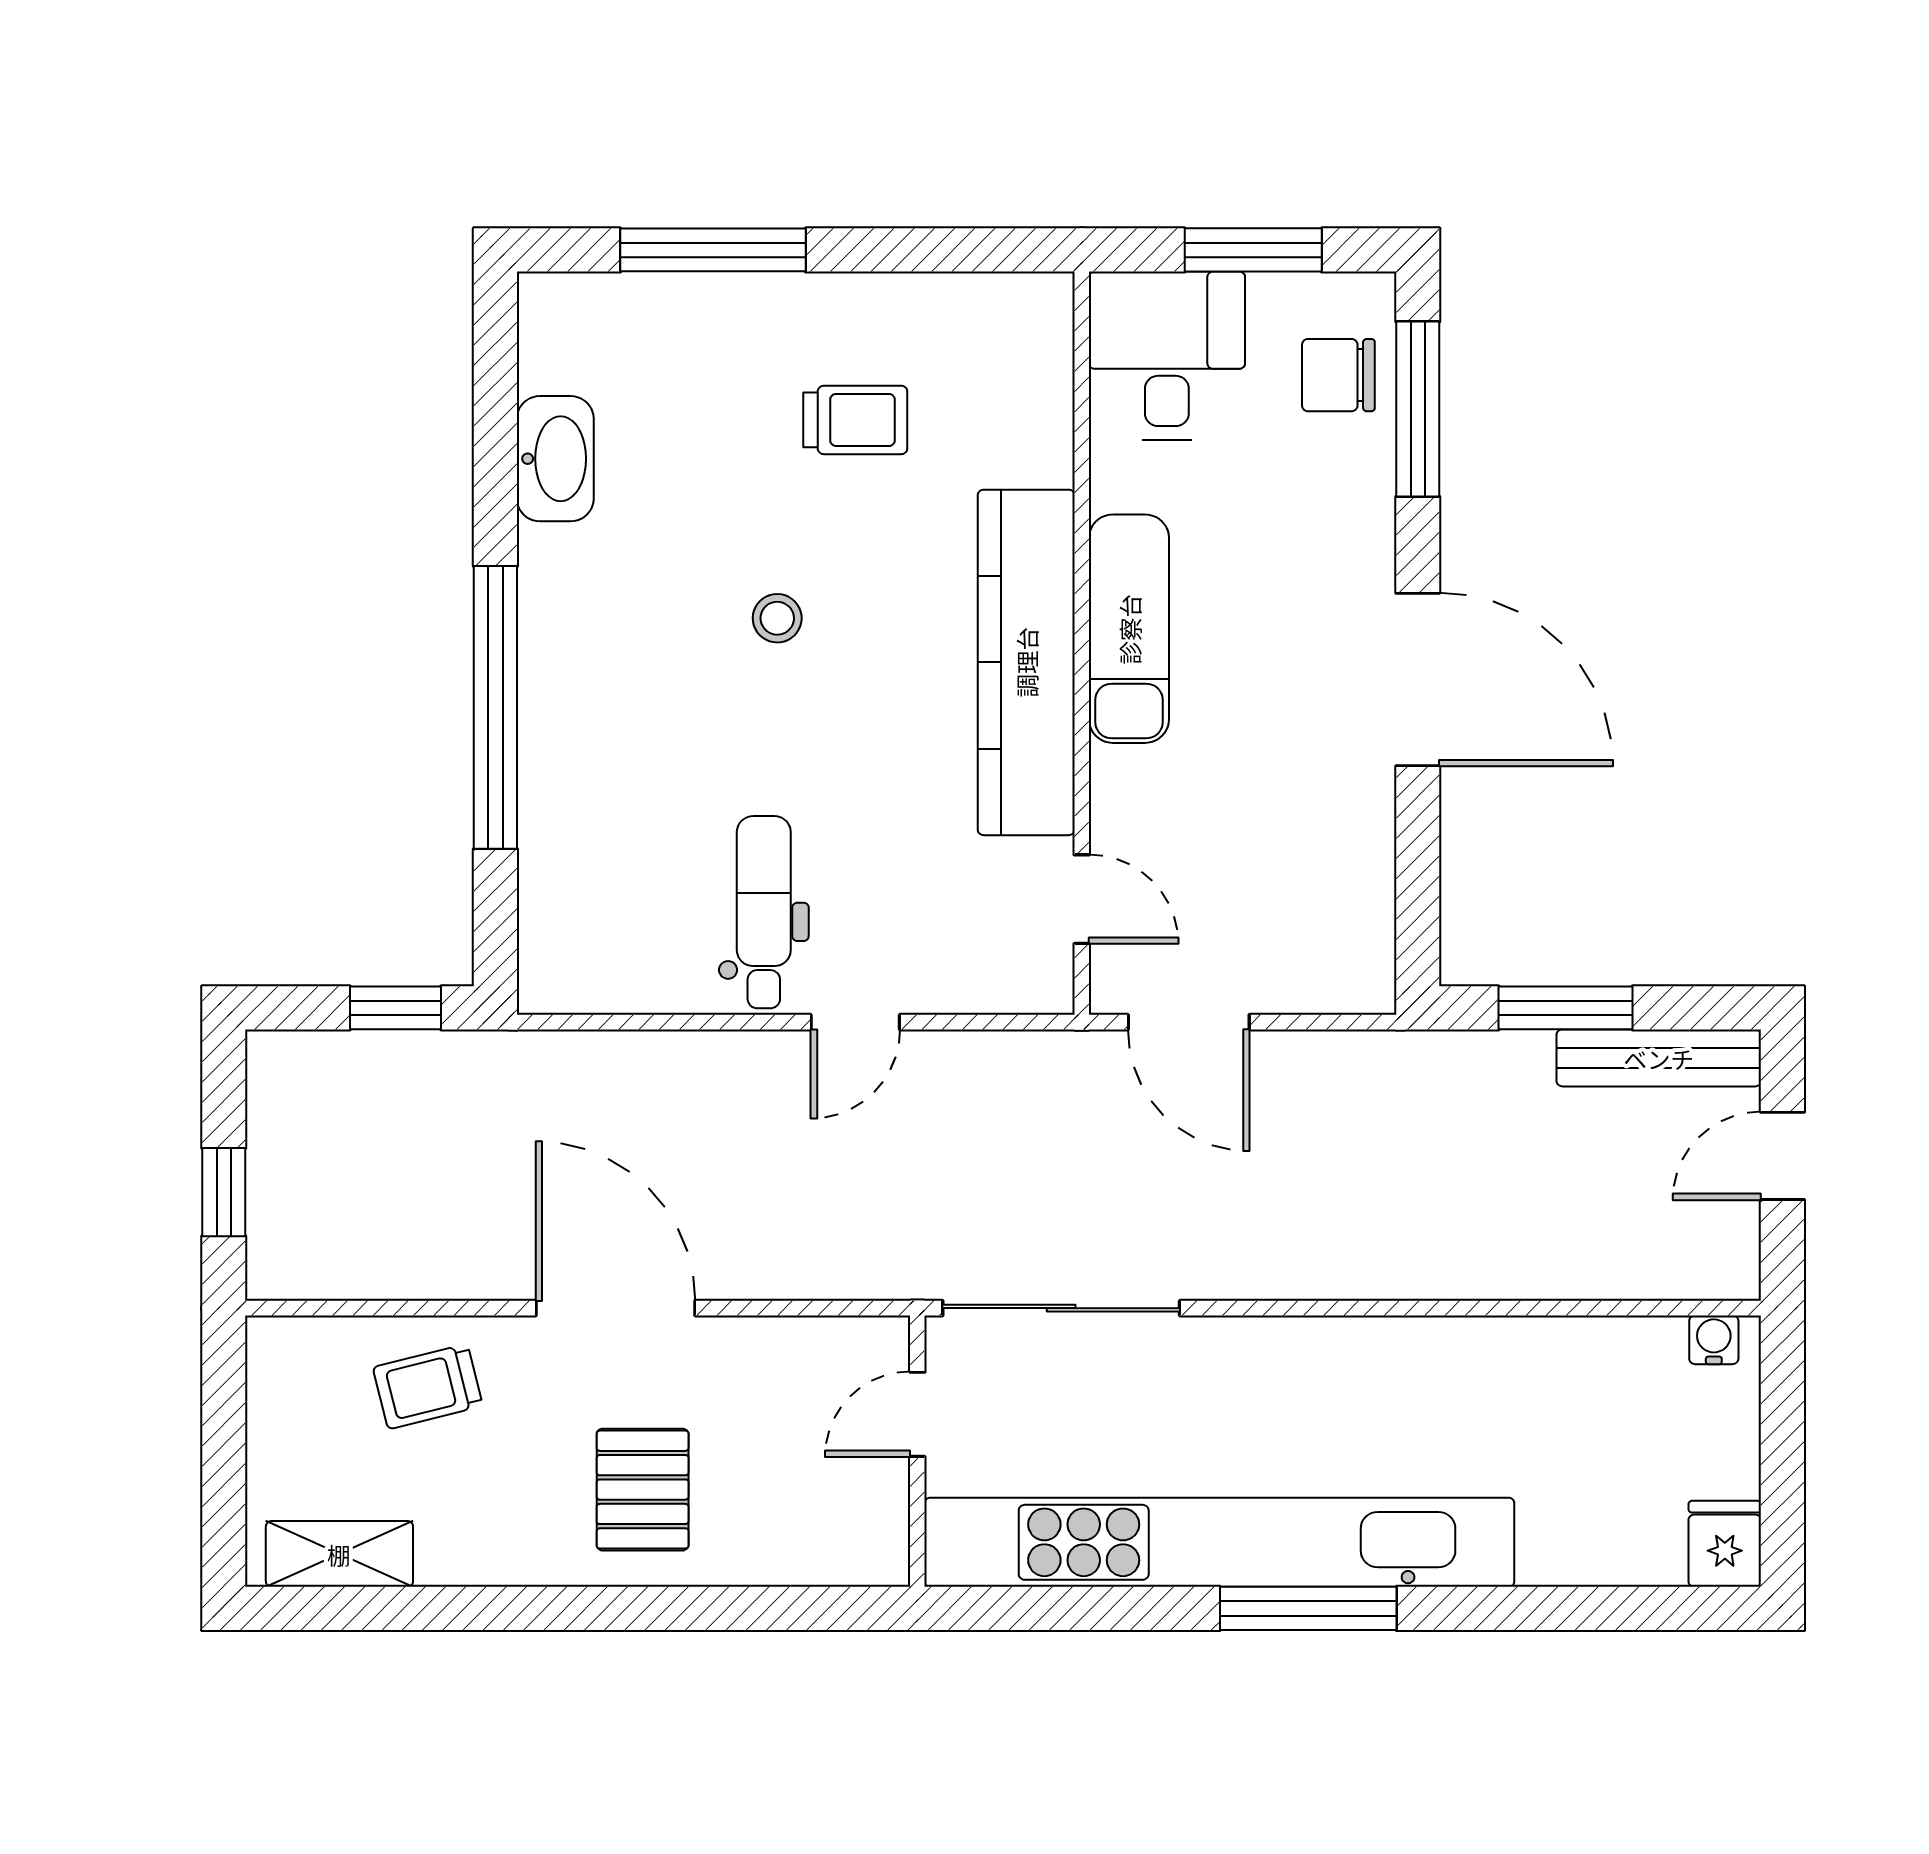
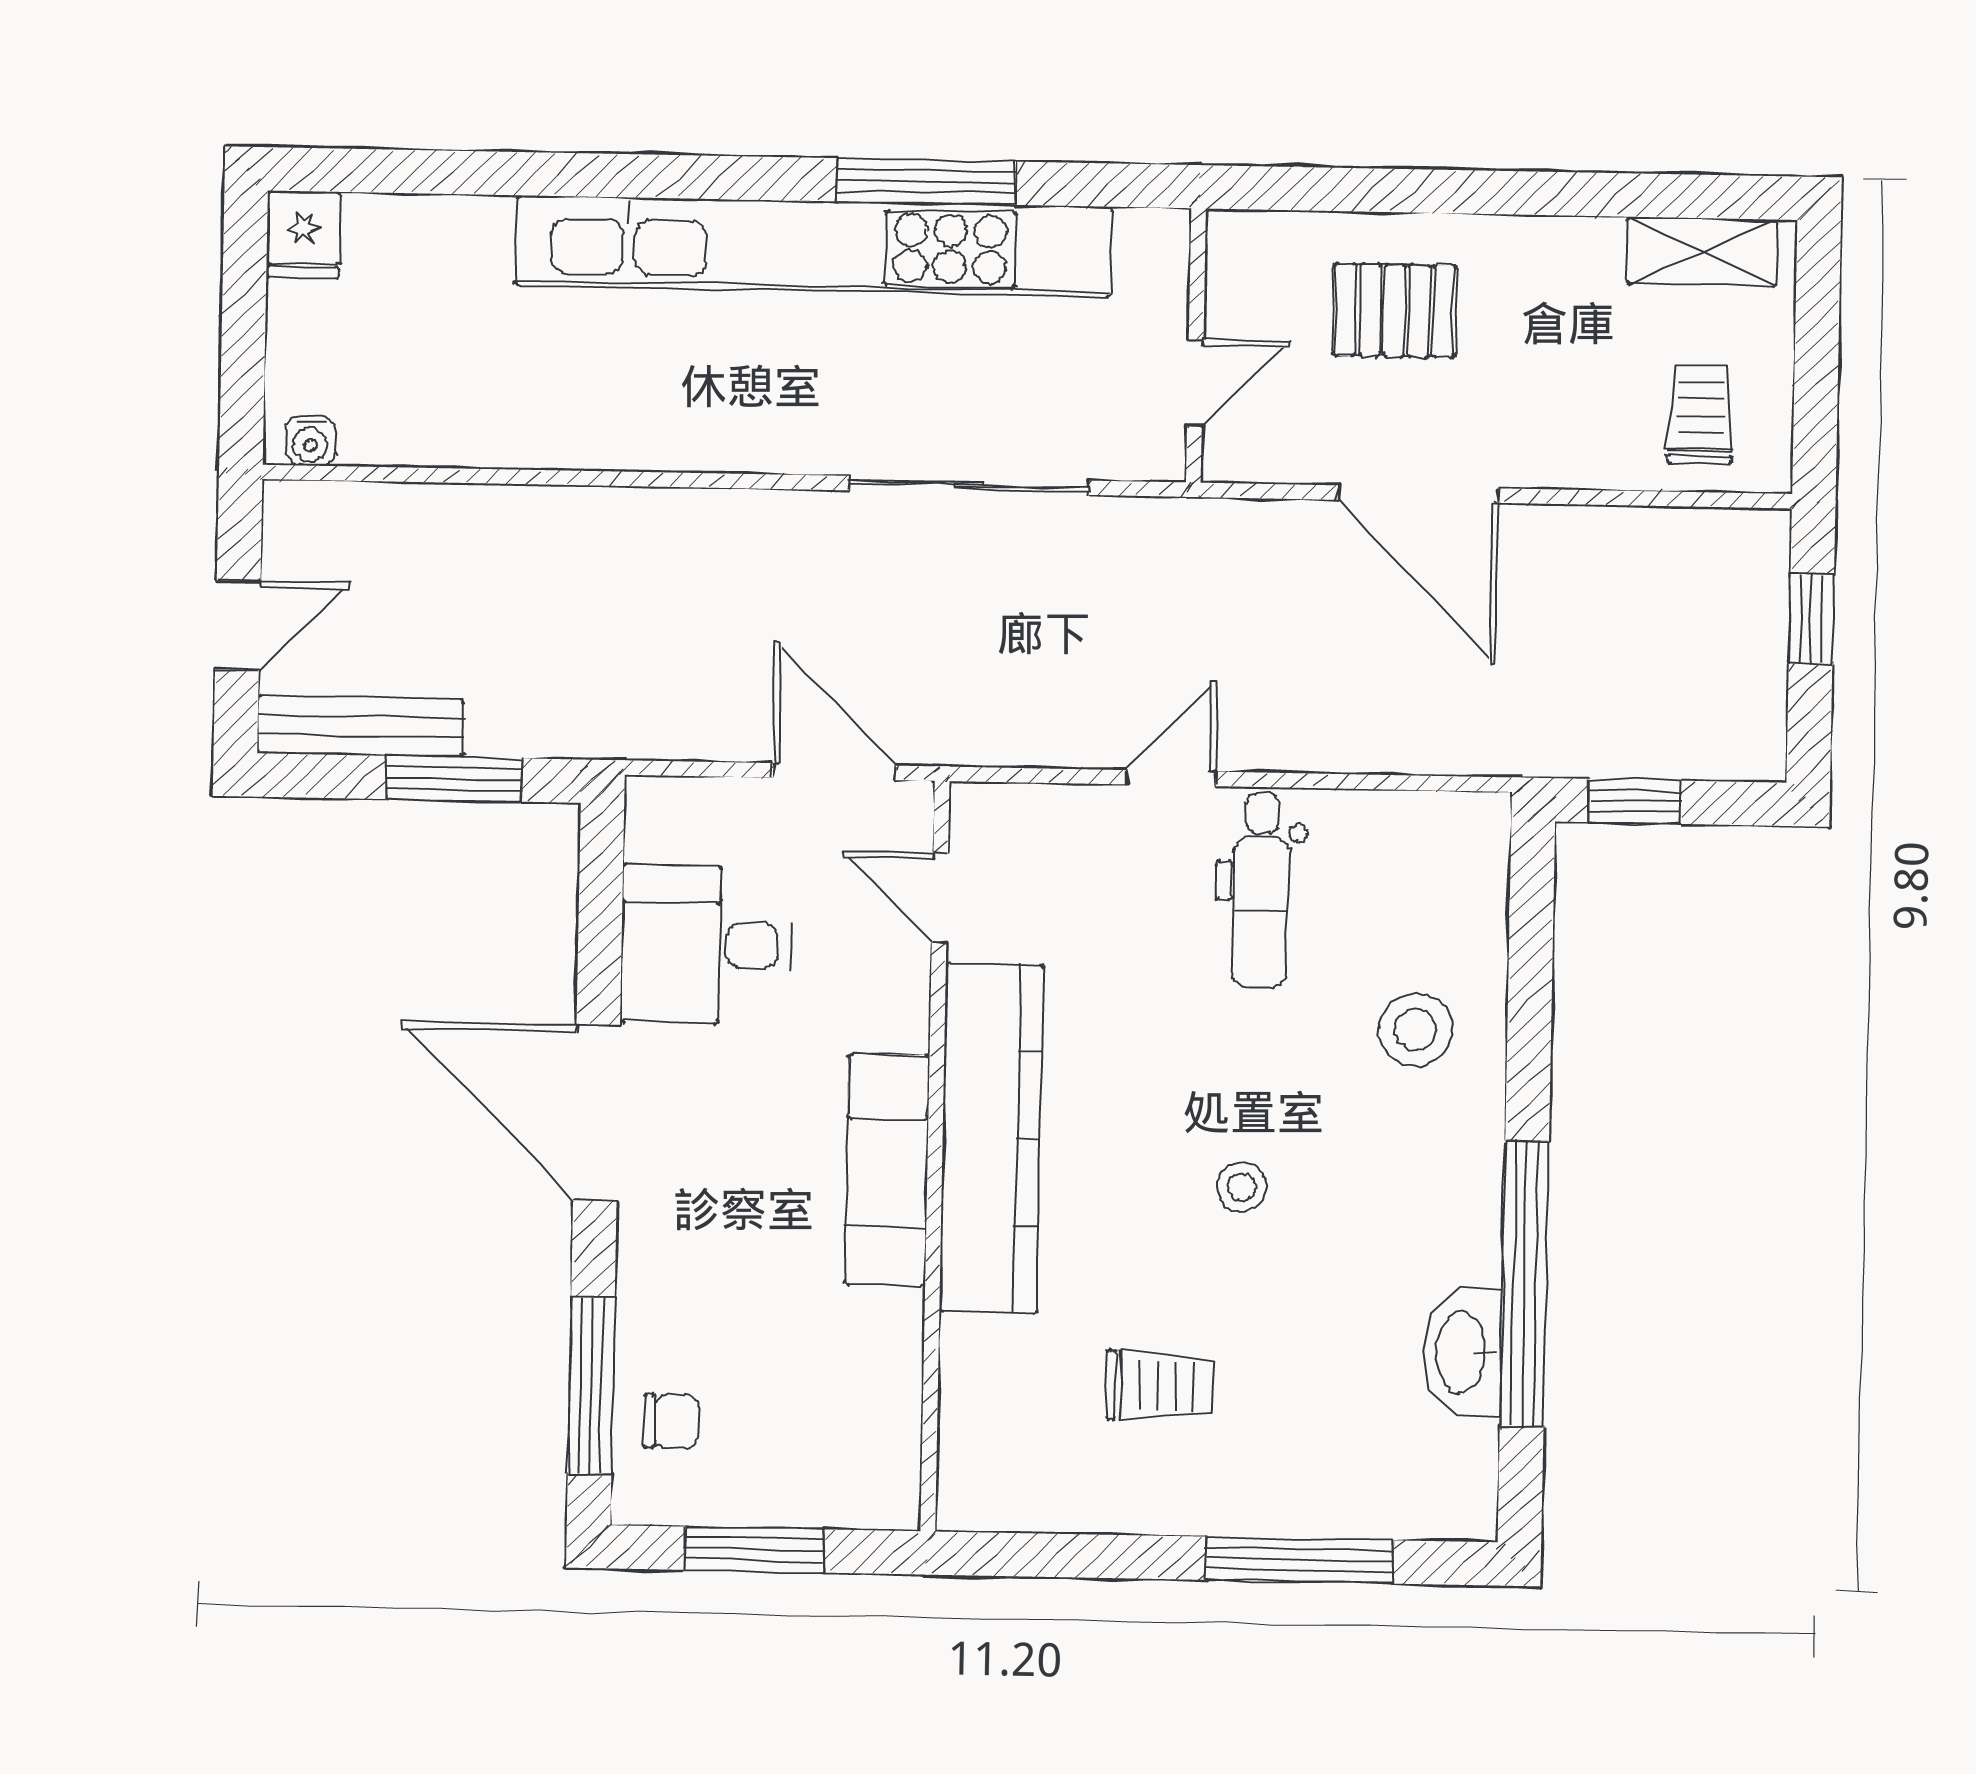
desk: (1167, 356) -> (706, 945), moved, turned 90
chair: (1338, 375) -> (671, 1422), width x0.73, depth x0.73
trolley: (855, 420) -> (1159, 1386), turned 180
window: (495, 707) -> (1524, 1284), moved
stool: (608, 778) -> (1416, 1030), added
trolley: (428, 1387) -> (1700, 414), moved, turned -76
door: (917, 1414) -> (1195, 383), moved
wall: (917, 1451) -> (1196, 345), moved
pallet: (643, 1490) -> (1395, 310), turned 90
window: (1308, 1608) -> (926, 181), moved

